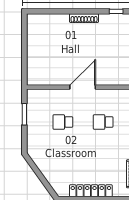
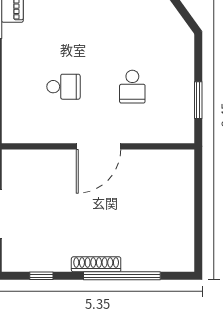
window: (69, 11) -> (122, 276), added
school desk: (63, 122) -> (132, 87), turned 90

